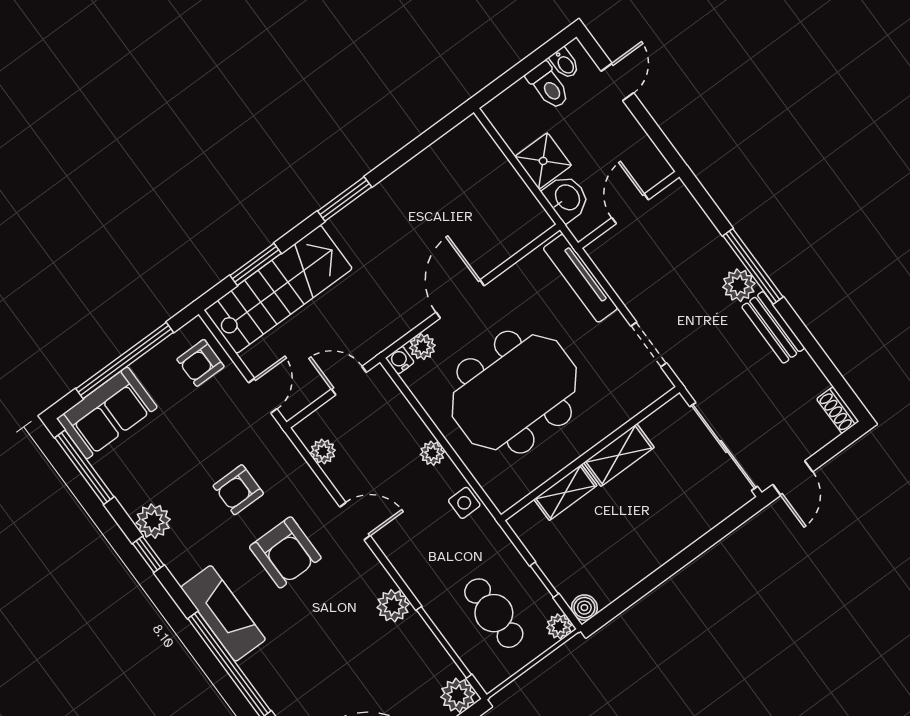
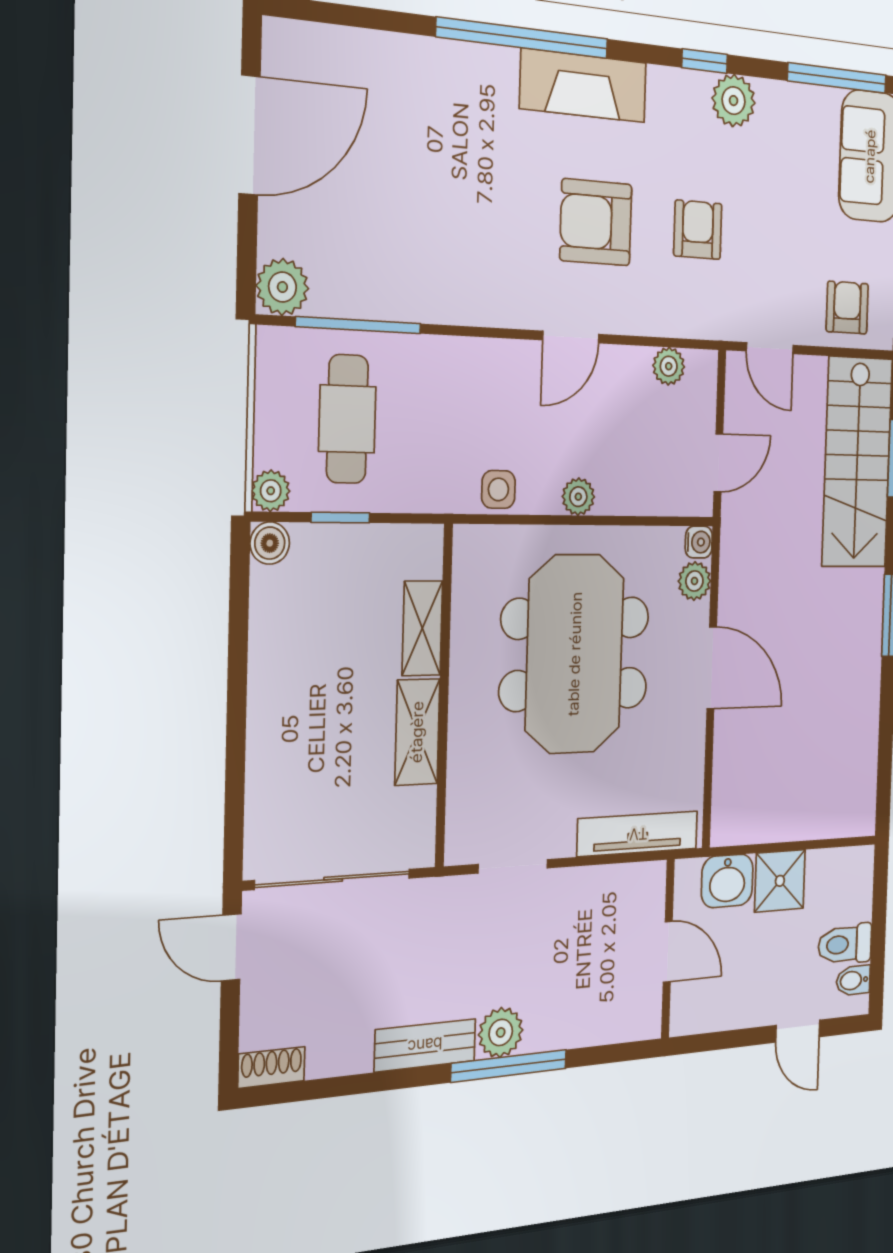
plant: (393, 606) -> (446, 299), removed
cafe table: (494, 613) -> (347, 419), turned 90

